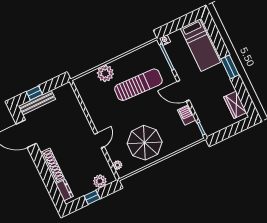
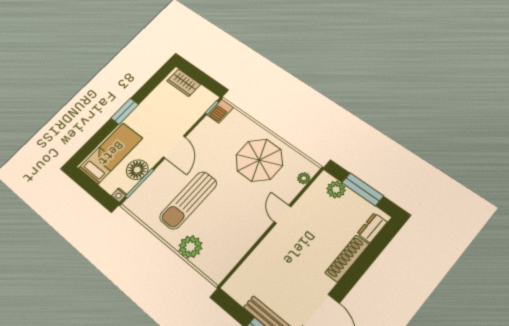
floor lamp: (178, 59) -> (137, 170), added
sun lounger: (138, 85) -> (188, 200), turned -92
wardrobe: (235, 105) -> (184, 83), moved, turned 90
barbecue: (187, 115) -> (220, 111), moved
door: (99, 140) -> (283, 214), hinge flipped
window: (92, 197) -> (363, 189), width x2.17

